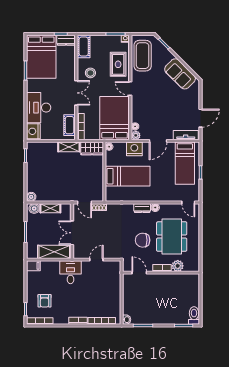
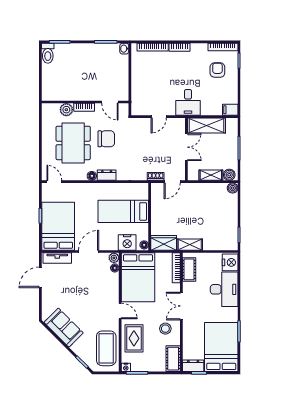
nightstand: (134, 149) -> (127, 242), moved
bed: (185, 163) -> (58, 226), width x1.50
door: (85, 202) -> (172, 182), swing flipped

